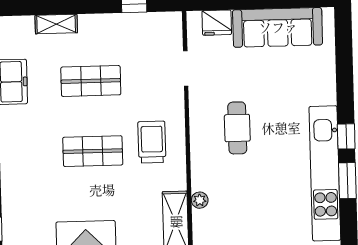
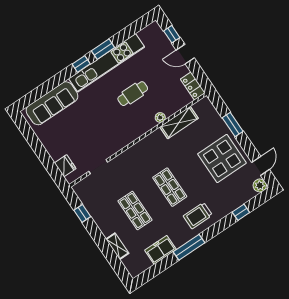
sofa: (278, 27) -> (52, 103), moved, turned 90
cafe table: (237, 128) -> (133, 94), moved
trolley: (152, 142) -> (198, 216), moved

